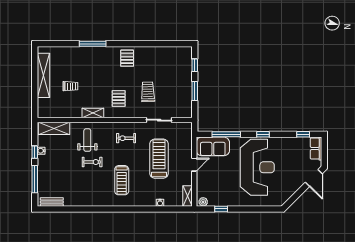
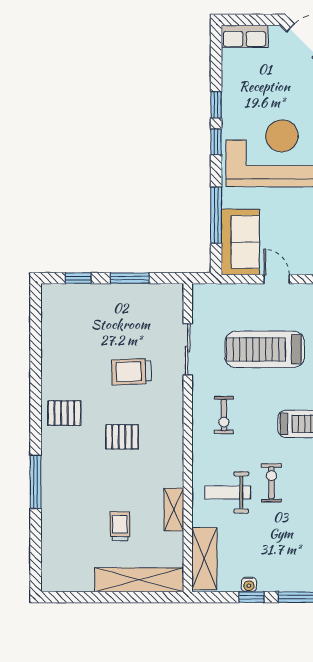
shelving: (43, 75) -> (139, 580), moved
pallet: (119, 98) -> (122, 437), moved
shelving: (93, 113) -> (174, 510), moved
window: (303, 134) -> (216, 105), moved

